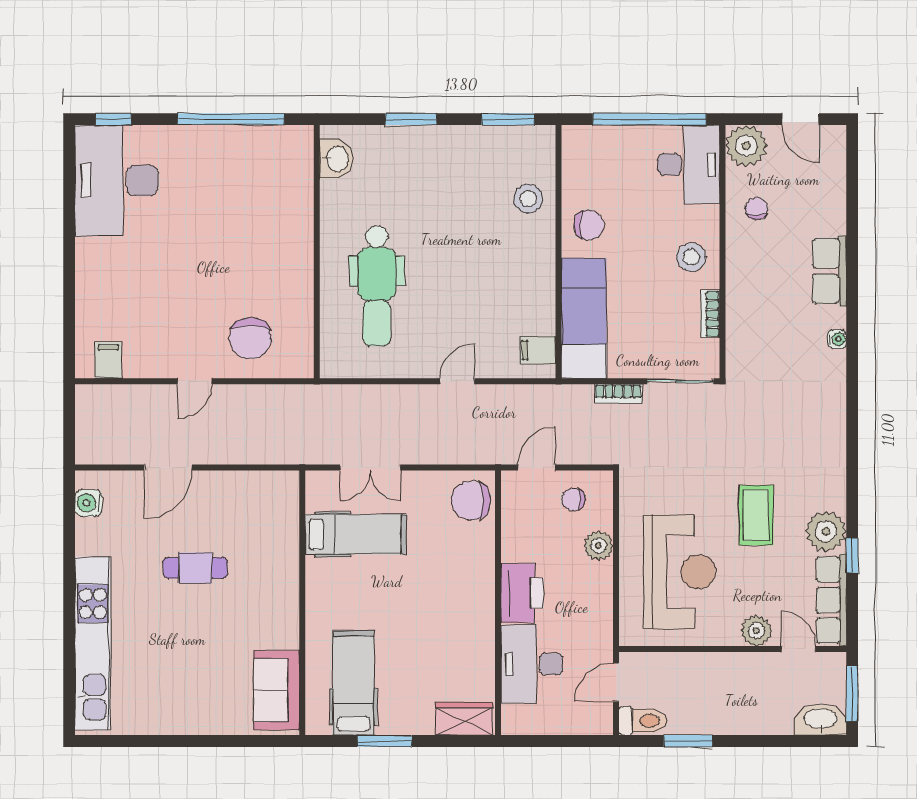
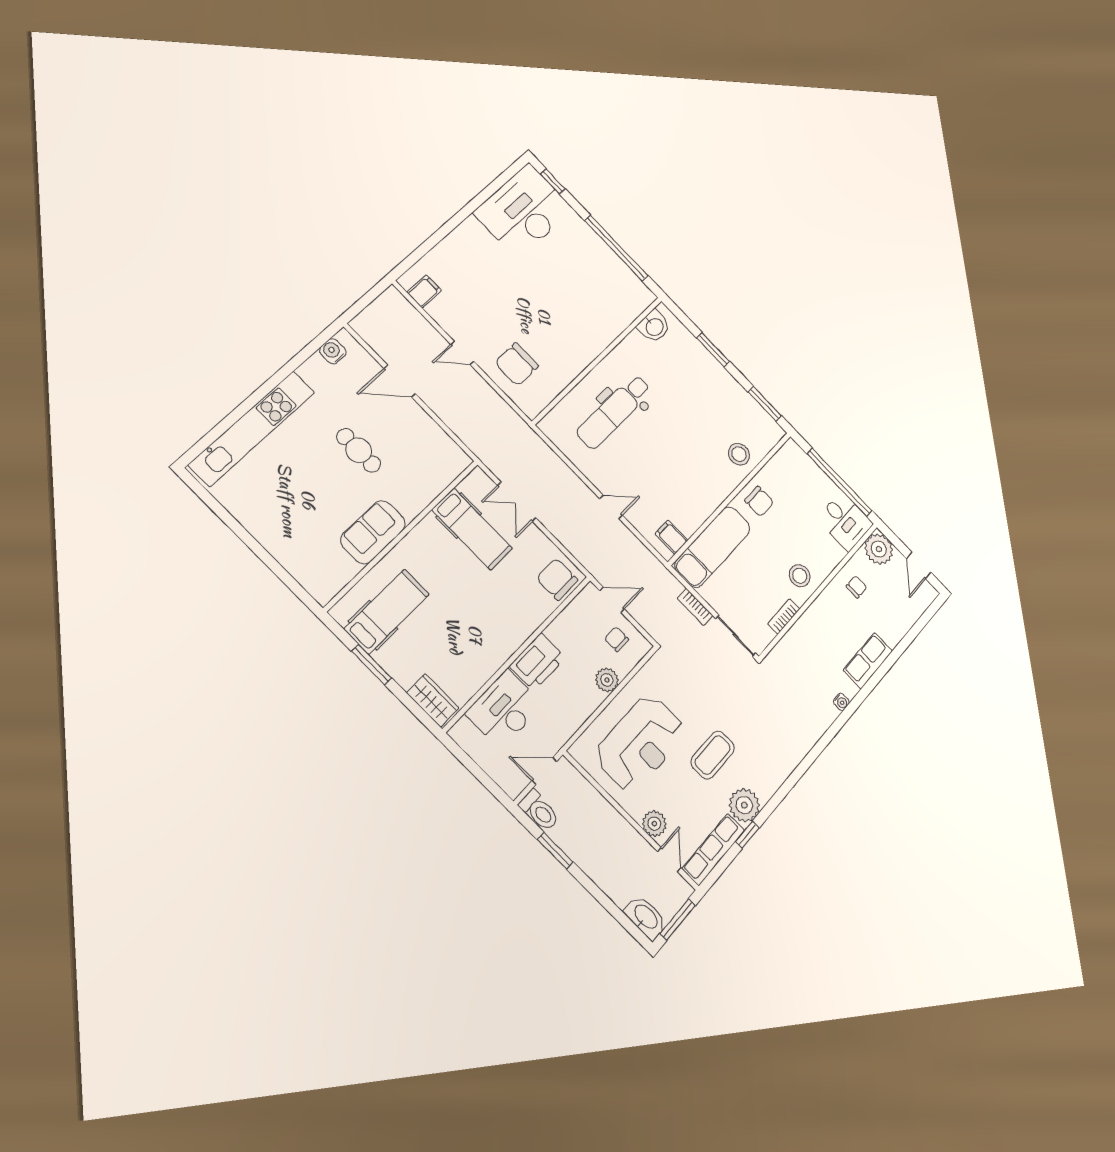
desk: (689, 164) -> (845, 521), width x0.73
sofa: (276, 690) -> (373, 532), moved

